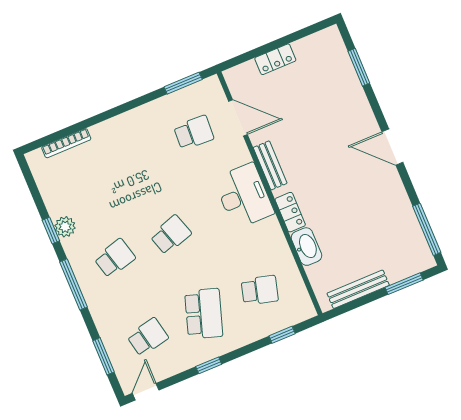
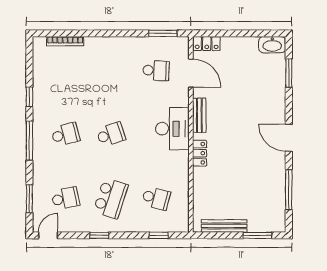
locker: (275, 59) -> (207, 44), moved
plant: (65, 227) -> (40, 98), removed
window: (427, 229) -> (289, 190), moved
washbasin: (306, 247) -> (272, 45), moved, turned 90

